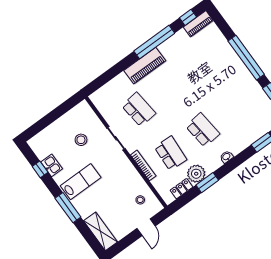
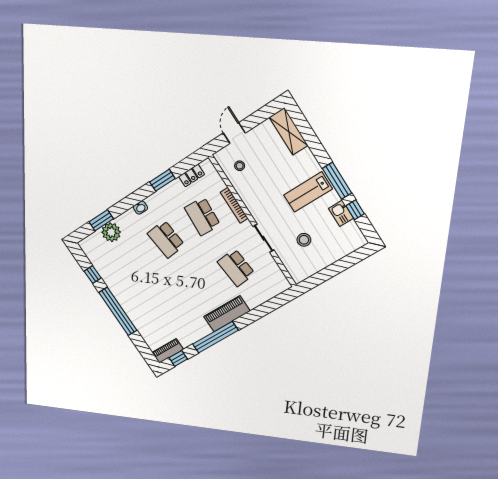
plant: (196, 174) -> (111, 232), moved
window: (68, 208) -> (337, 181), moved

